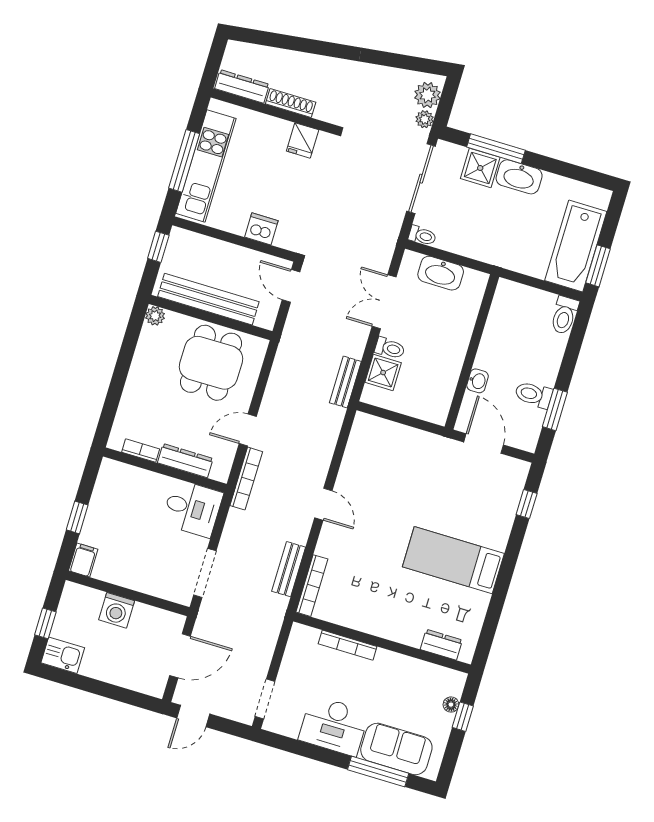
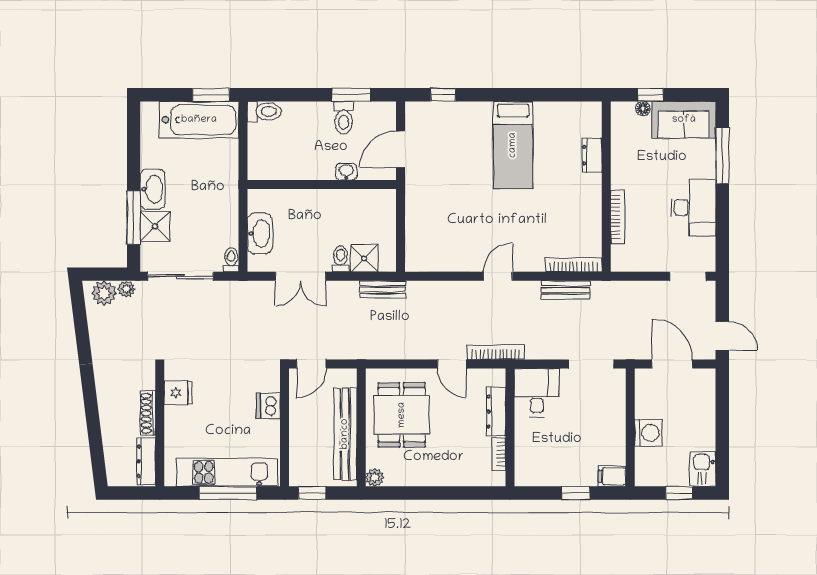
dining table: (211, 363) -> (402, 415), turned 90
dresser: (441, 645) -> (592, 155), moved
sofa: (396, 749) -> (684, 120), moved, turned -90

